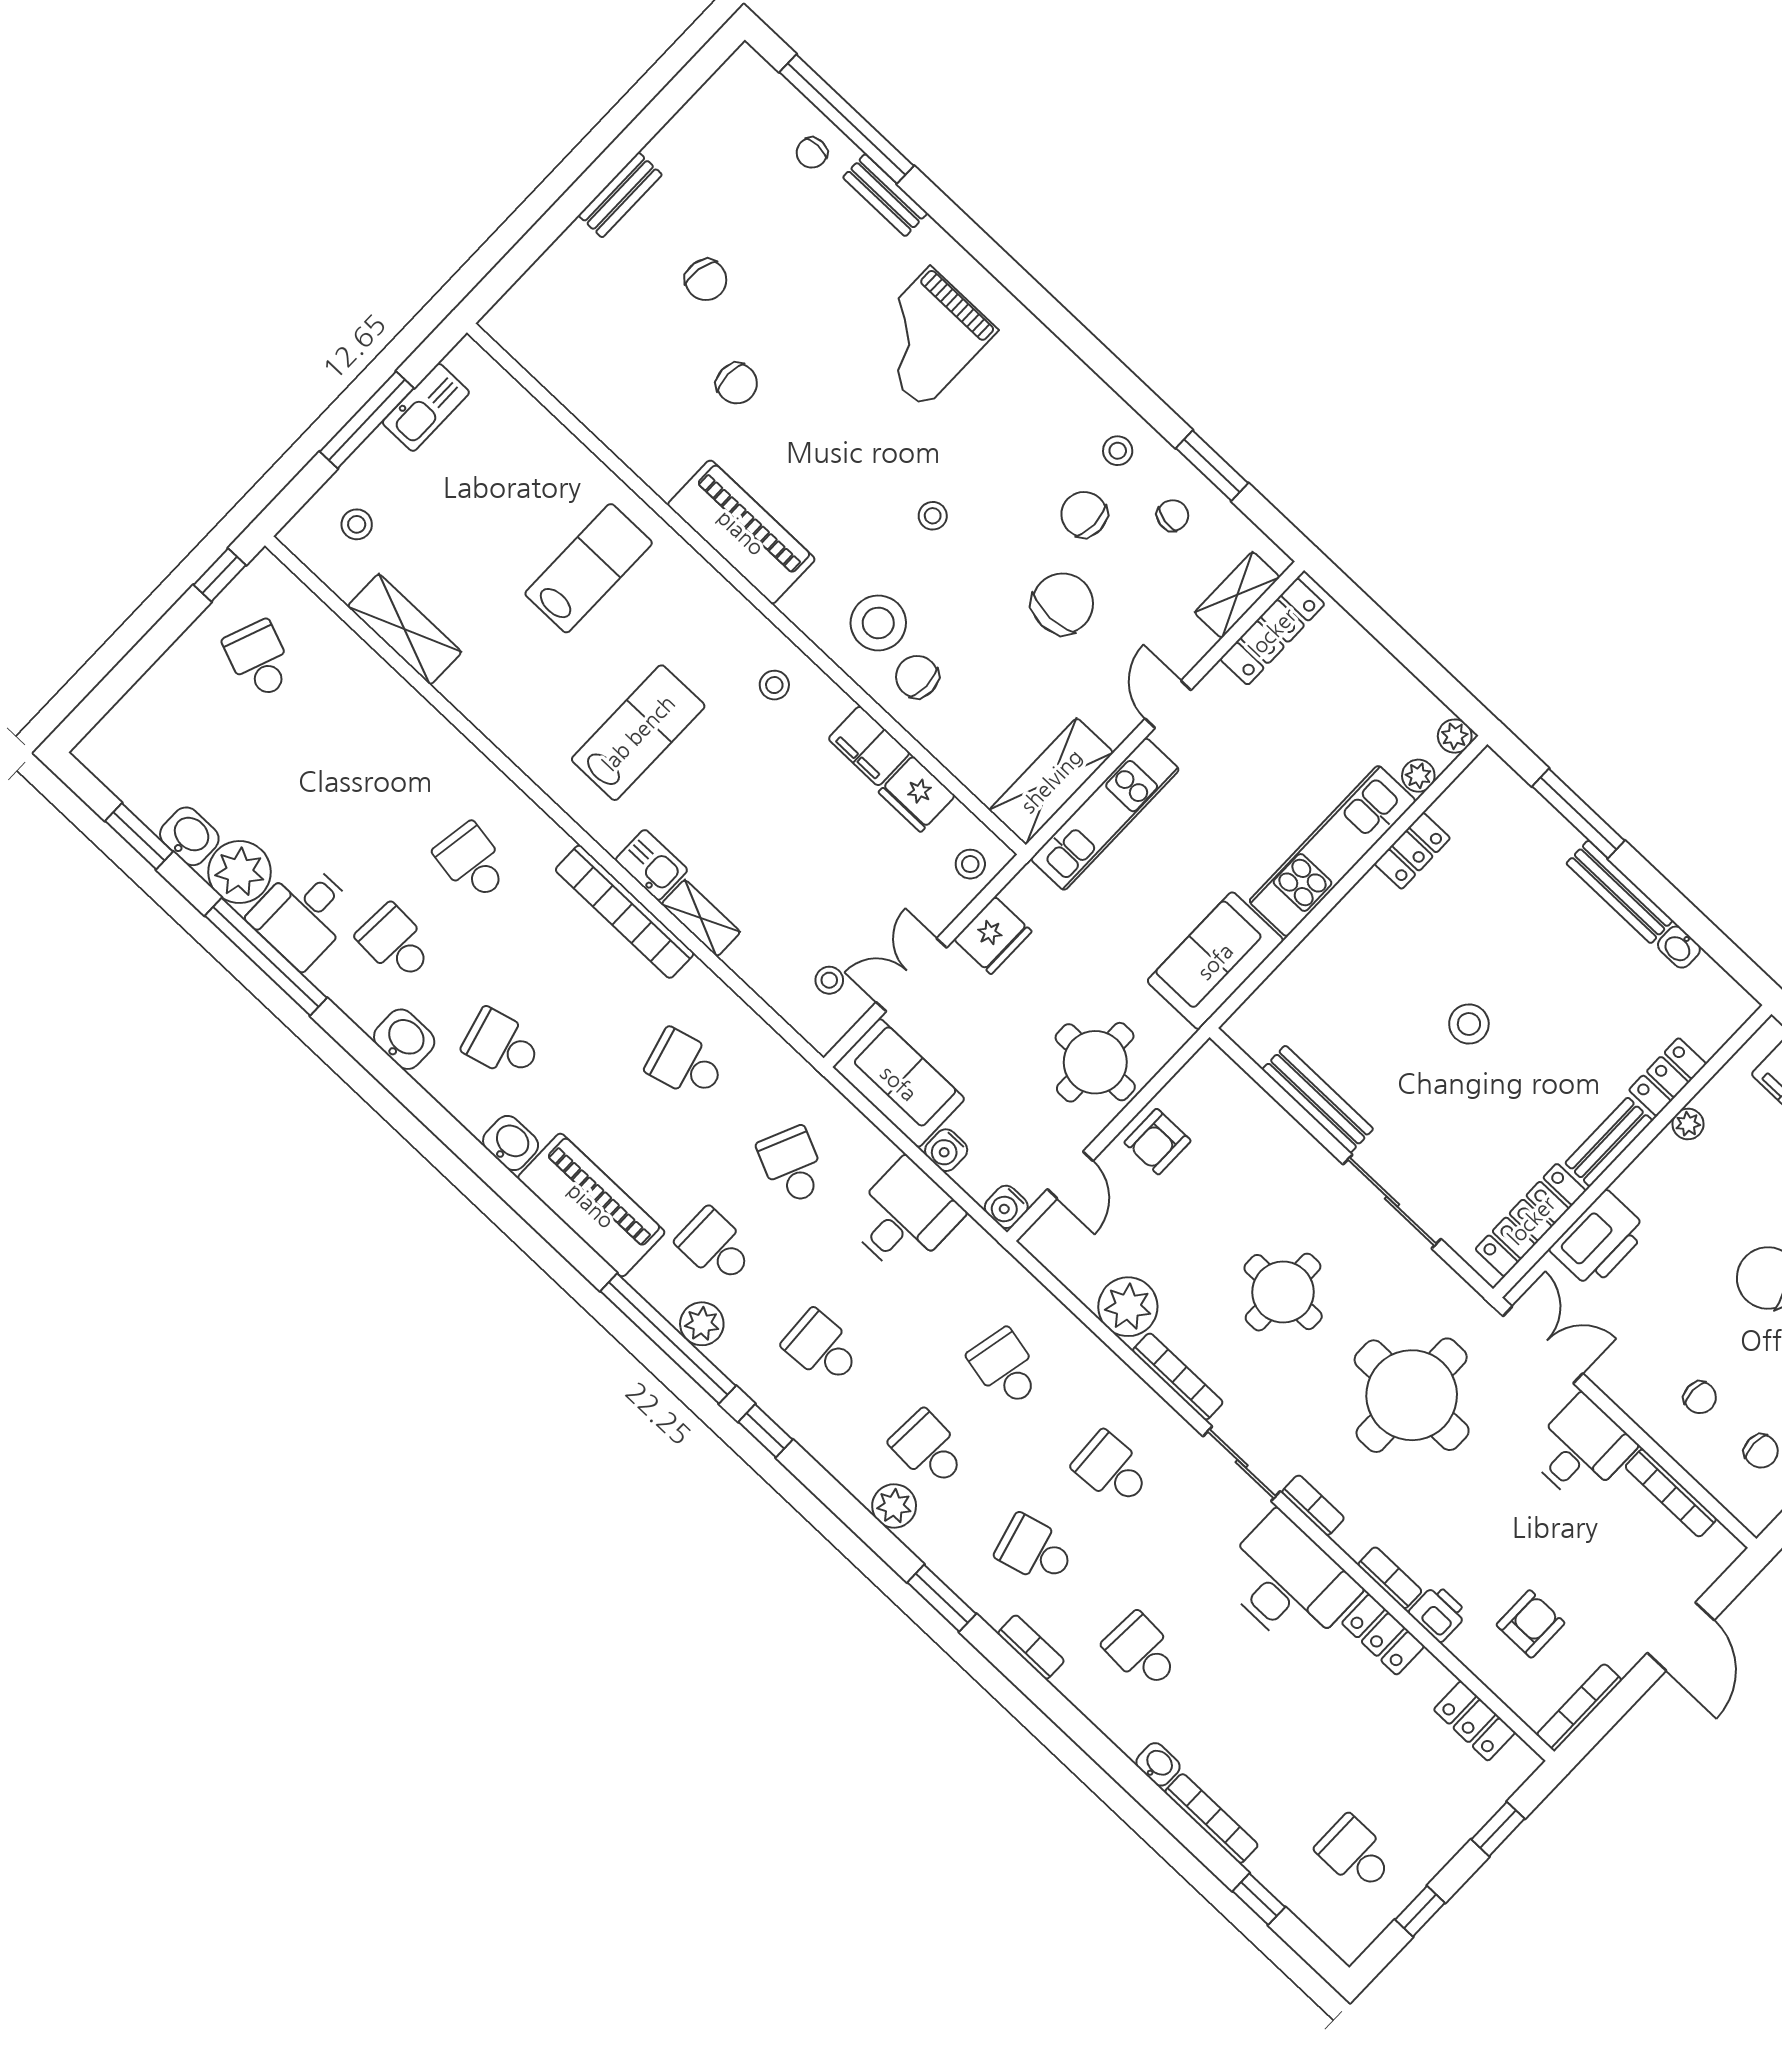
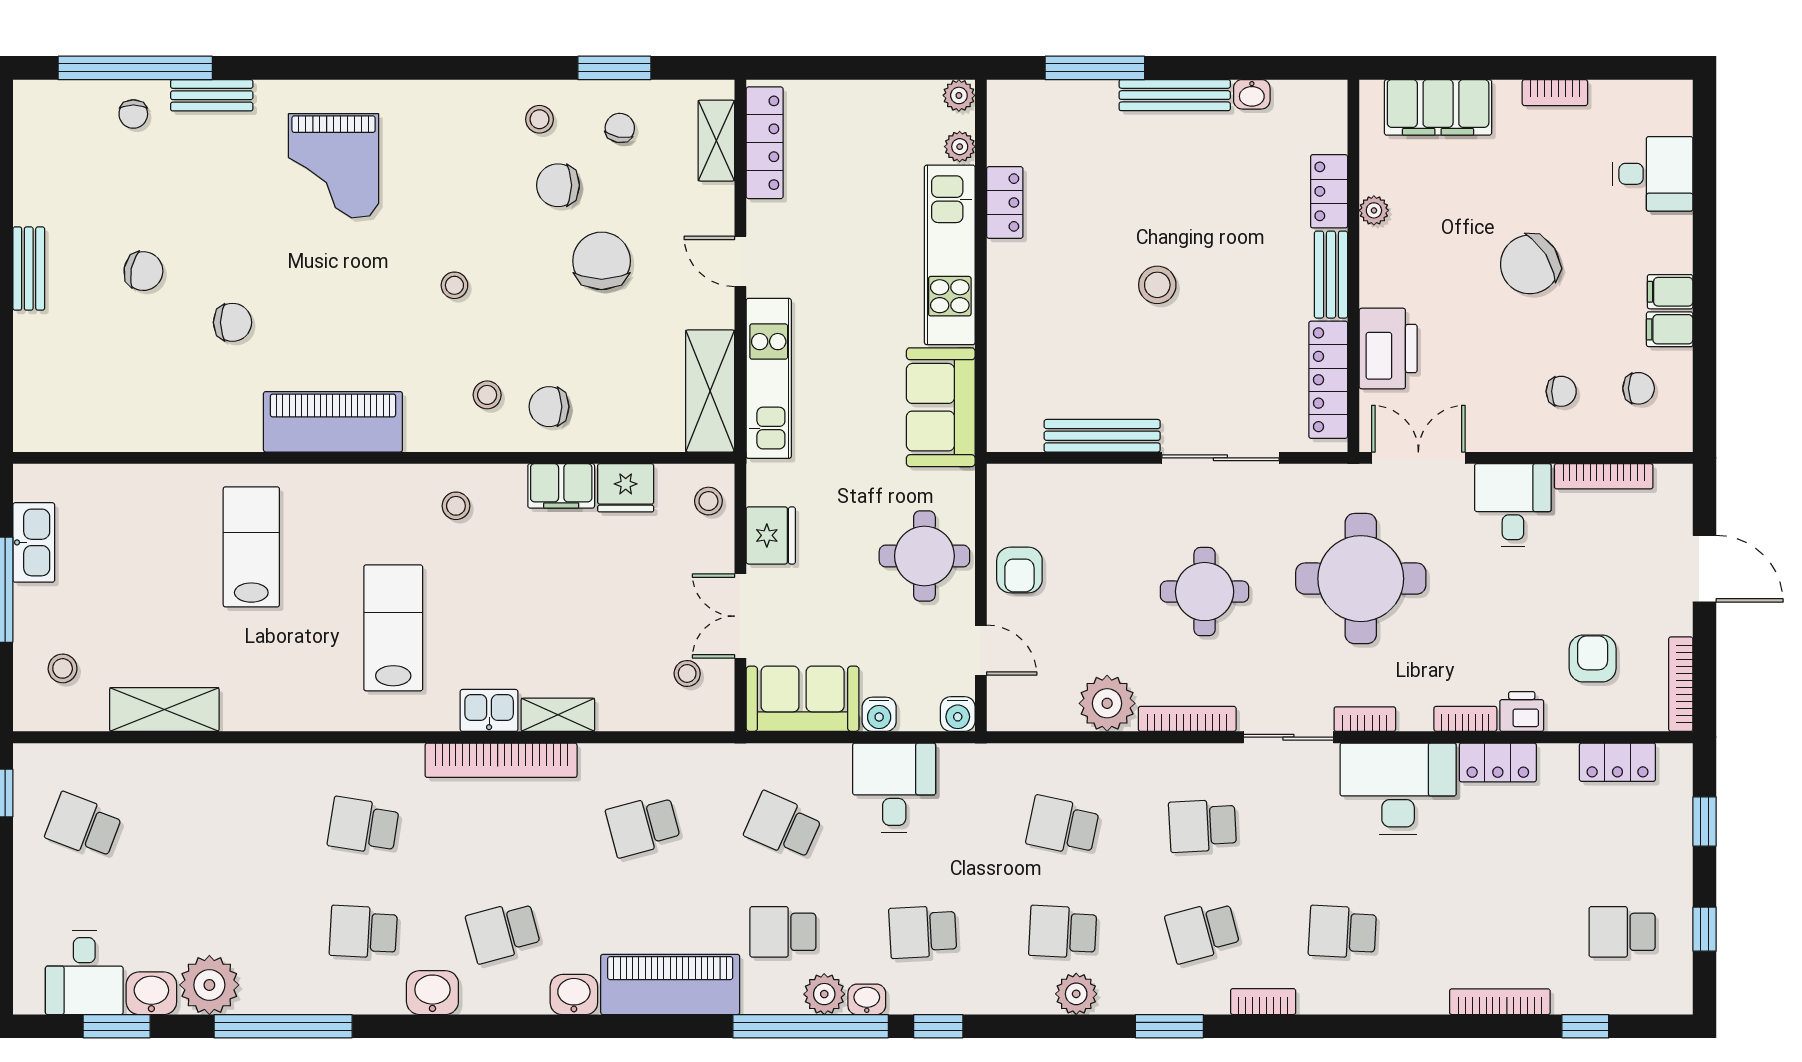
stool: (878, 623) -> (487, 395), width x0.53, depth x0.53
desk: (303, 914) -> (84, 973), moved
washbasin: (1158, 1764) -> (867, 999), moved

